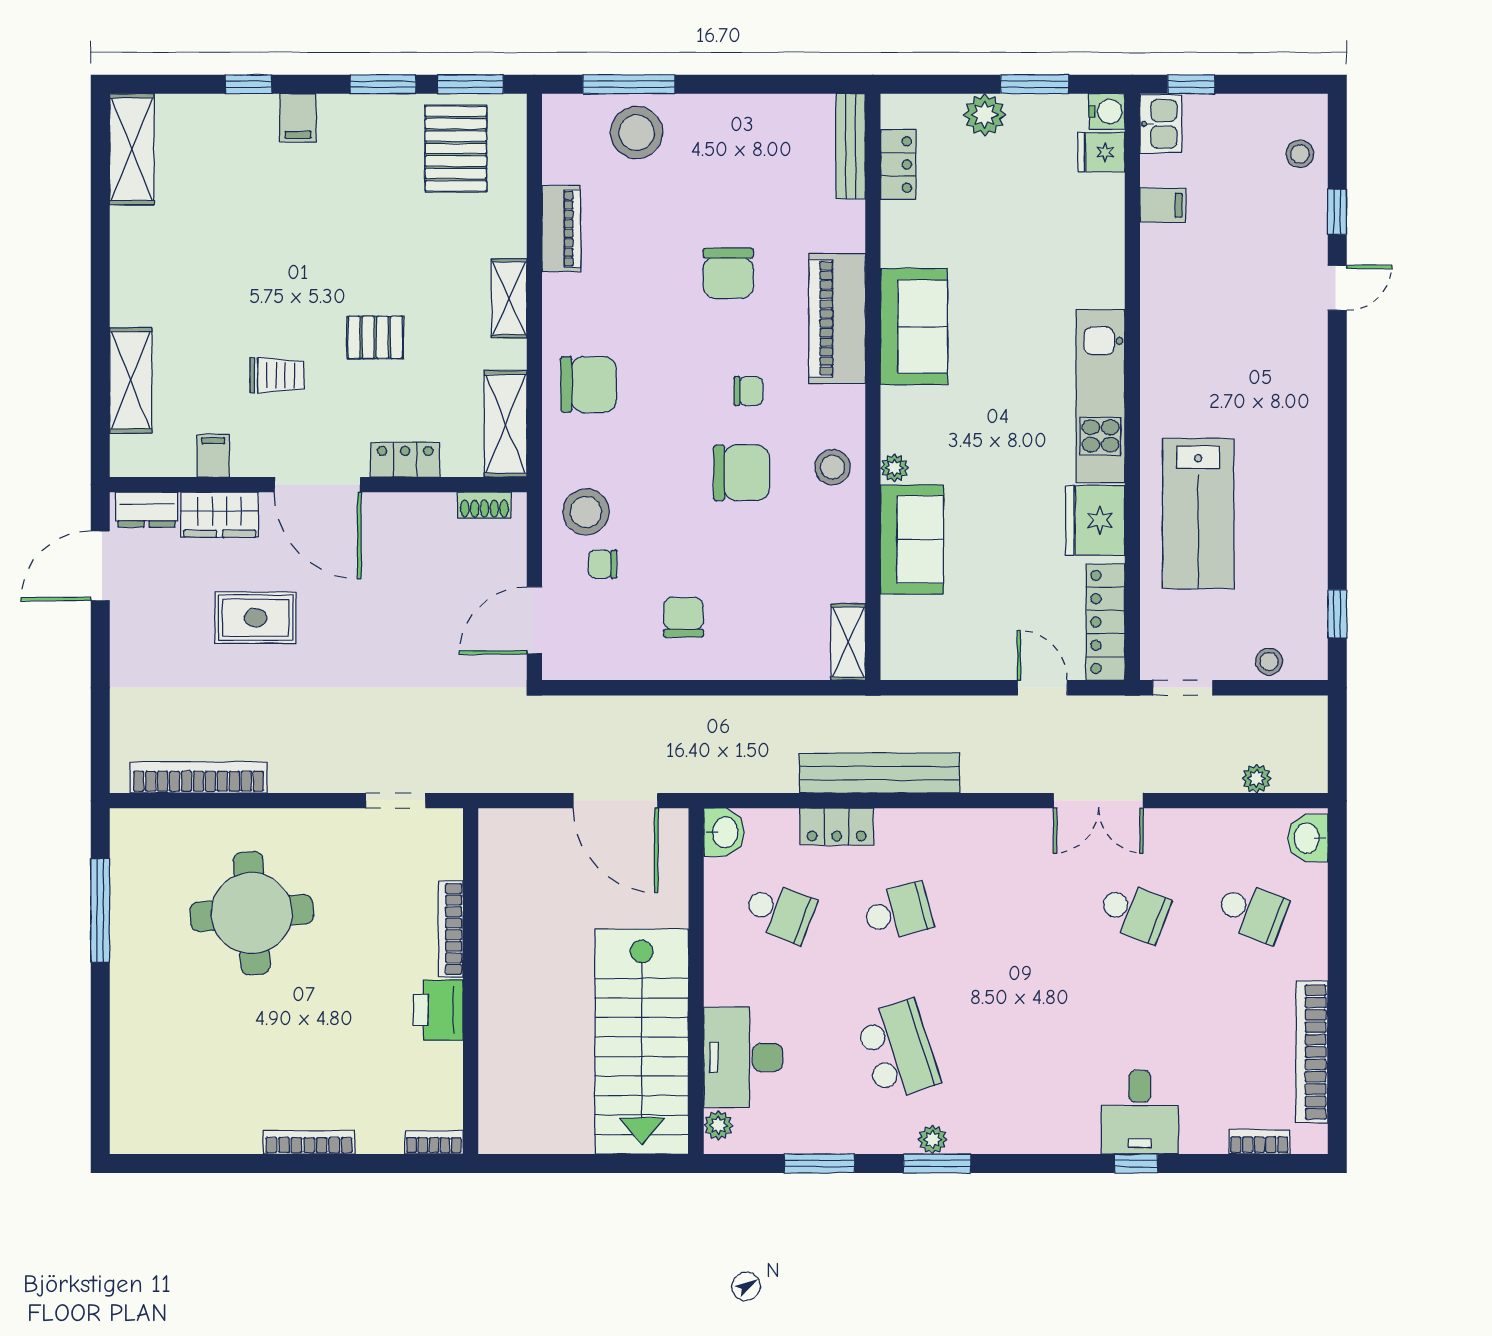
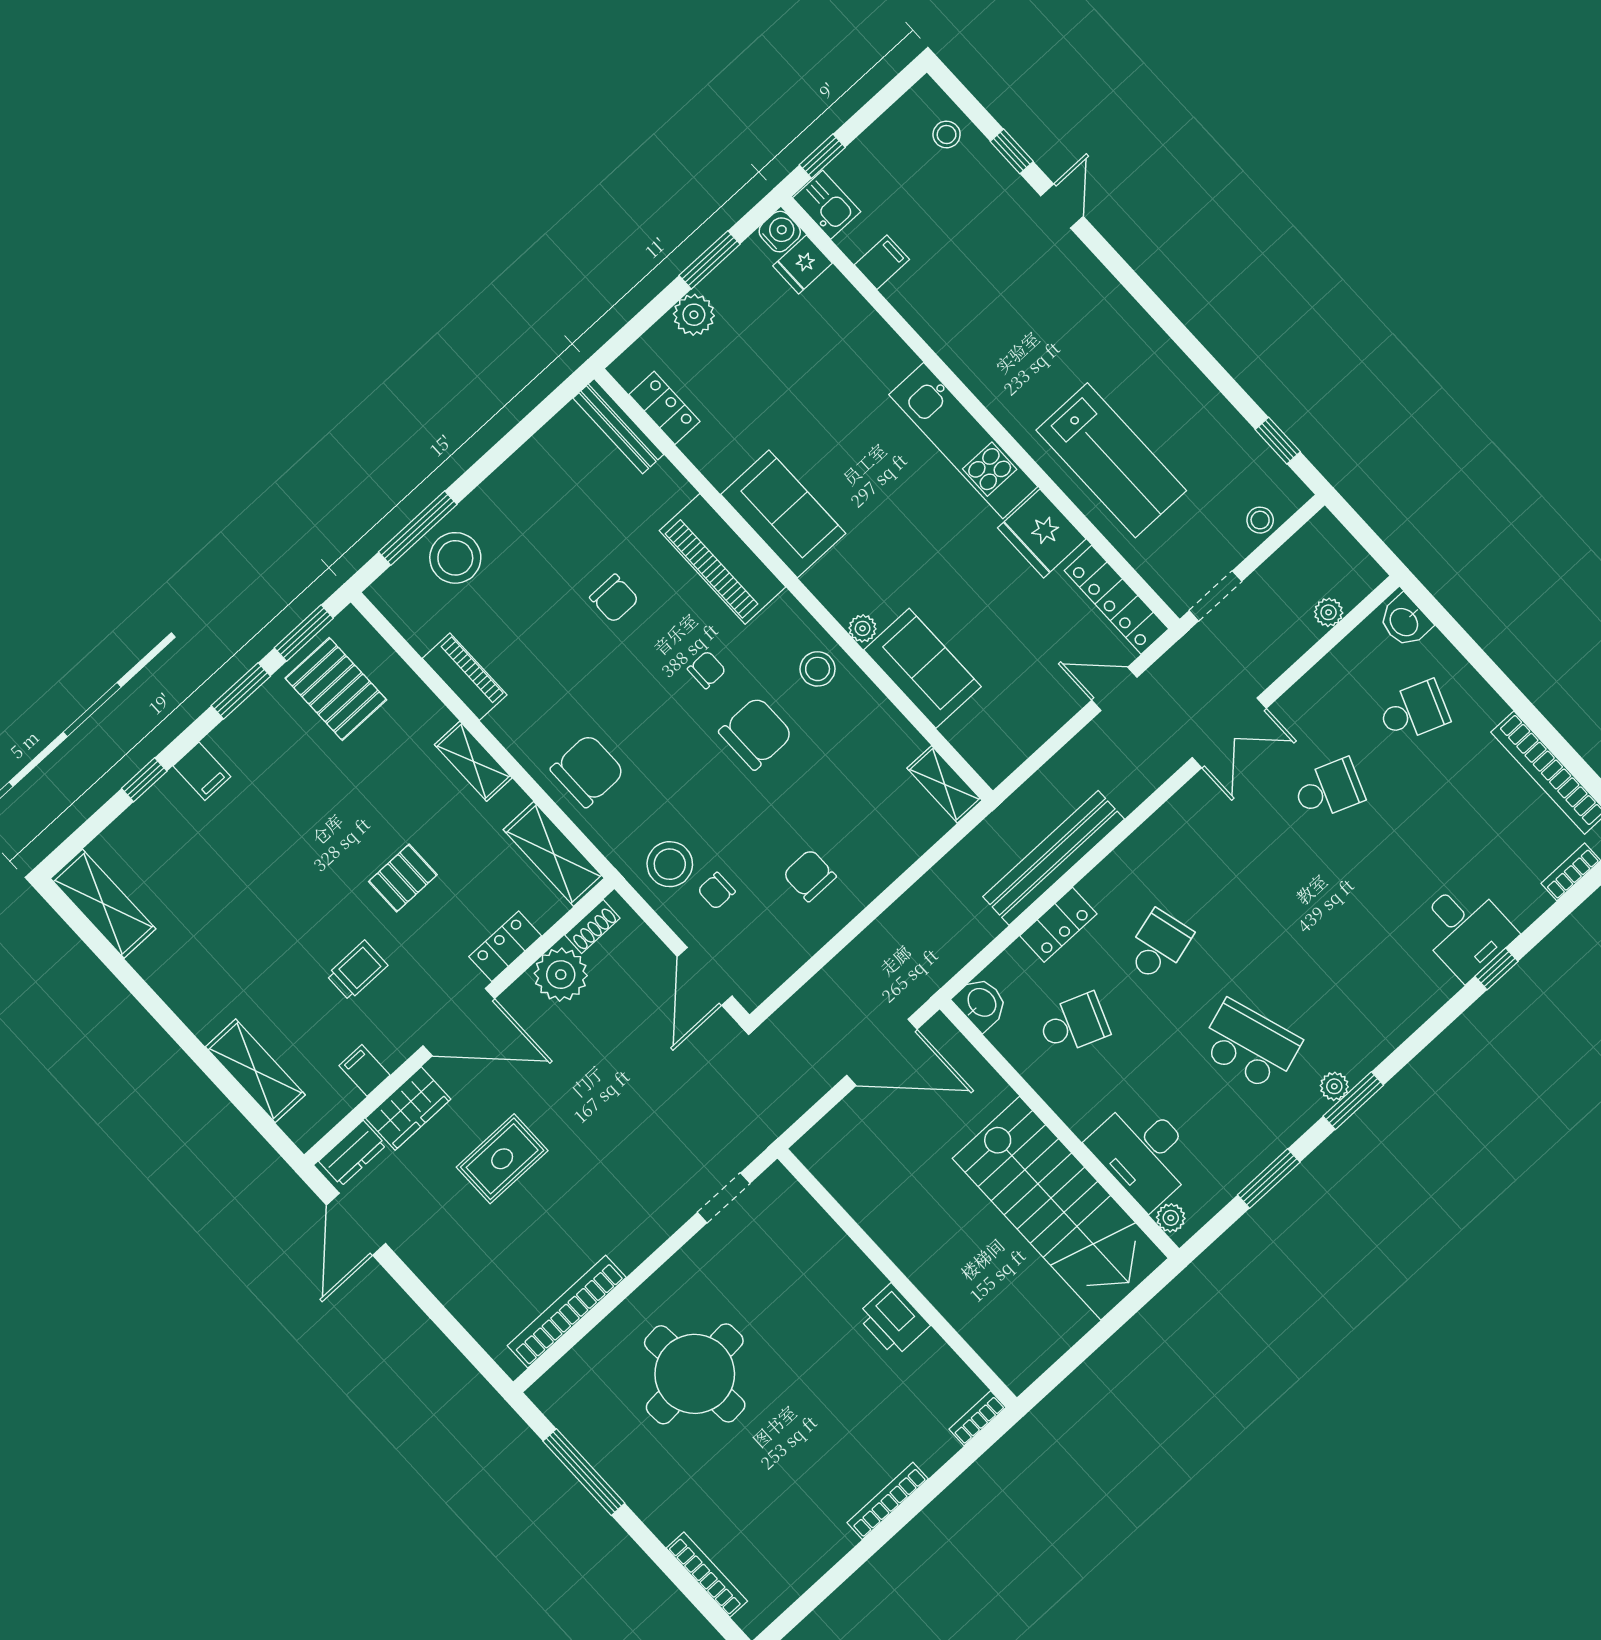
chair: (728, 273) -> (614, 598), width x0.73, depth x0.73
plant: (427, 520) -> (561, 975), added
bookcase: (451, 929) -> (707, 1575), moved, turned 180

